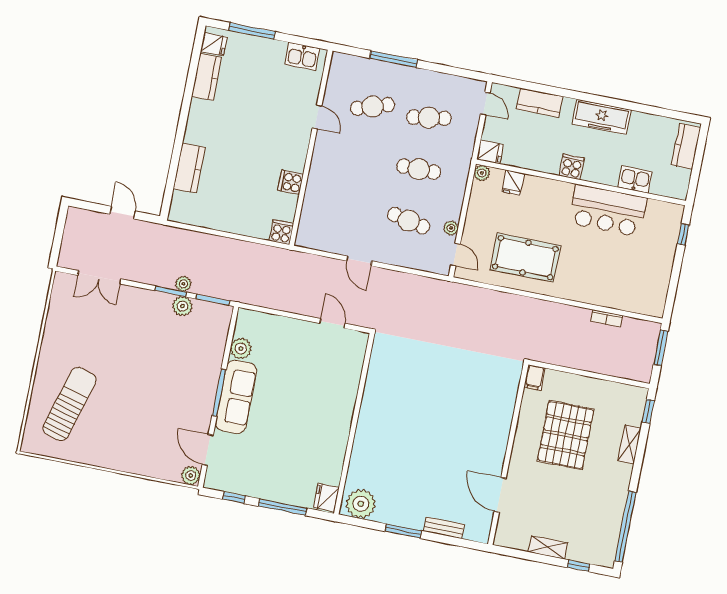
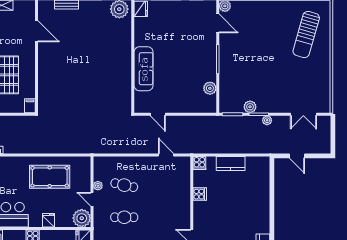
kitchen counter: (189, 168) -> (231, 163), moved, turned -90
plant: (482, 173) -> (82, 218), width x1.88, depth x1.88
fridge: (513, 183) -> (49, 220), moved
door: (455, 255) -> (92, 199), moved
door: (359, 261) -> (166, 155), moved
double door: (99, 277) -> (303, 114), swing flipped
plant: (183, 284) -> (267, 120), moved
sofa: (236, 397) -> (144, 69), moved, turned 180

